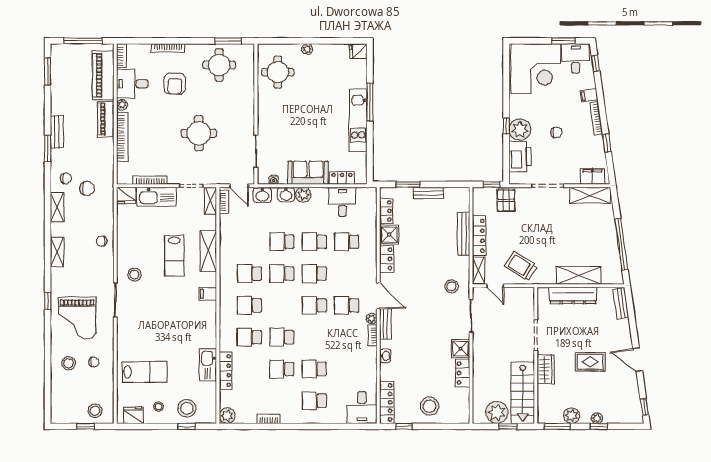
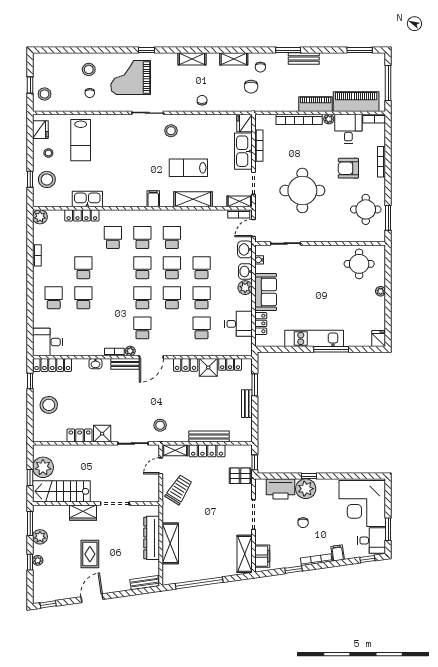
round table: (199, 133) -> (302, 191), width x1.36, depth x1.36
school desk: (282, 337) -> (142, 268), moved

